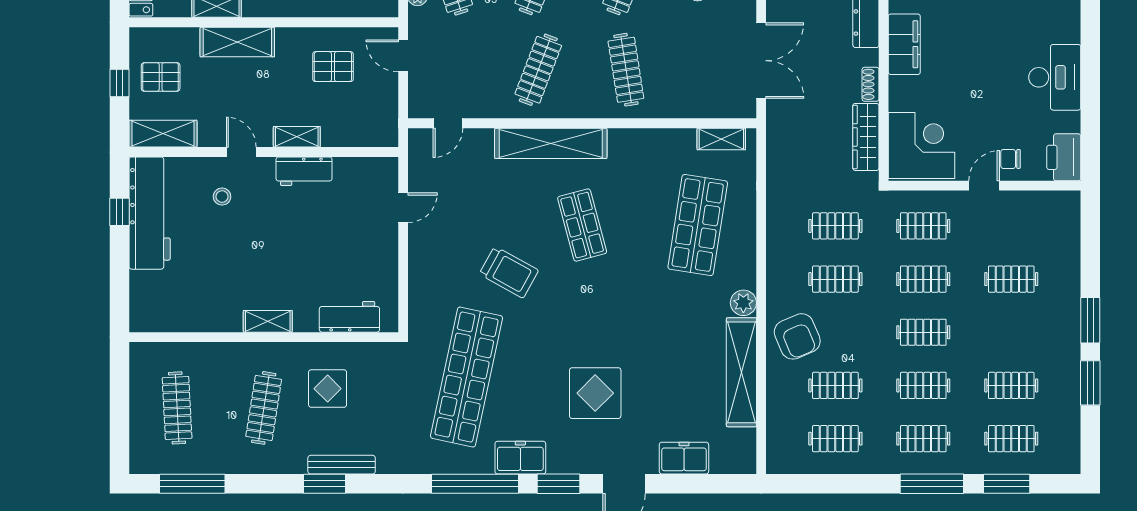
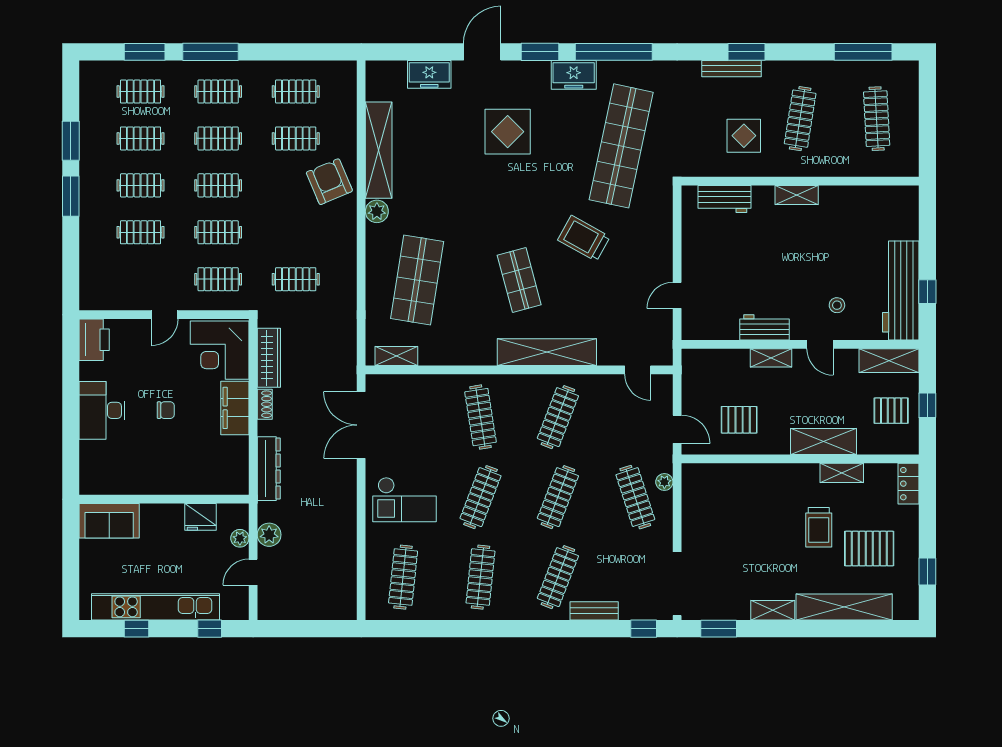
filing cabinet: (904, 44) -> (235, 408), moved
door: (448, 123) -> (638, 370), swing flipped
chair: (1010, 159) -> (166, 410), moved
clothes rail: (835, 279) -> (141, 185), moved

